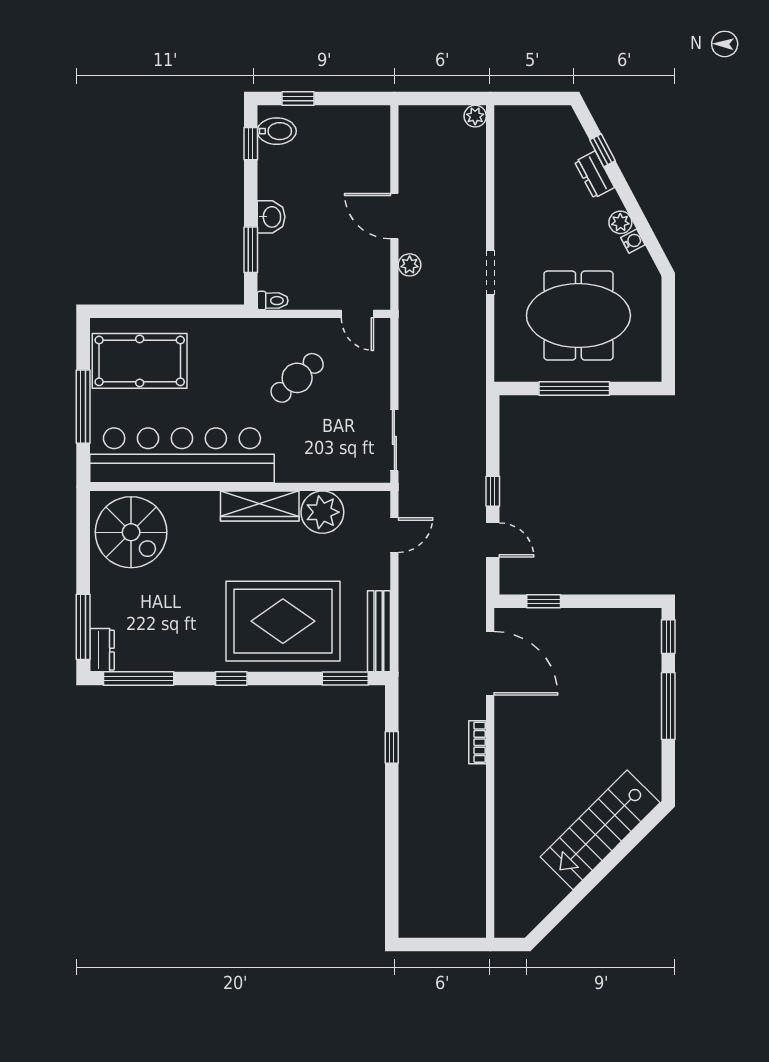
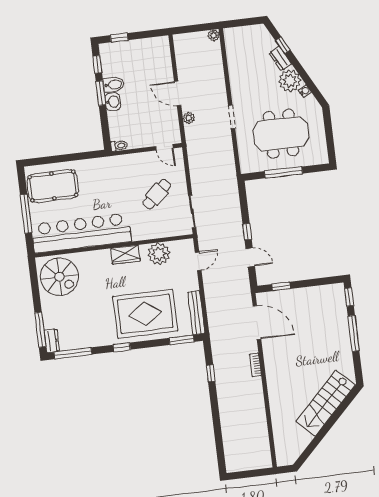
bidet: (277, 131) -> (114, 85), moved
plant: (620, 222) -> (290, 81), width x1.88, depth x1.88
window: (251, 250) -> (101, 93), moved
cafe table: (297, 378) -> (157, 194), moved
wardrobe: (260, 506) -> (126, 255), width x0.67

